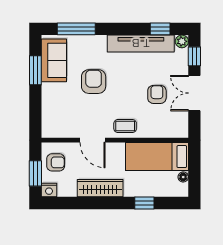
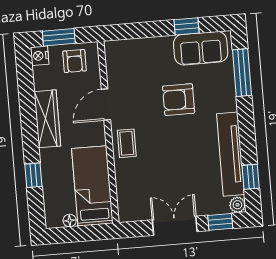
window: (35, 70) -> (187, 26), width x0.67
armchair: (94, 82) -> (179, 100), turned 180
armchair: (157, 94) -> (169, 179), removed

